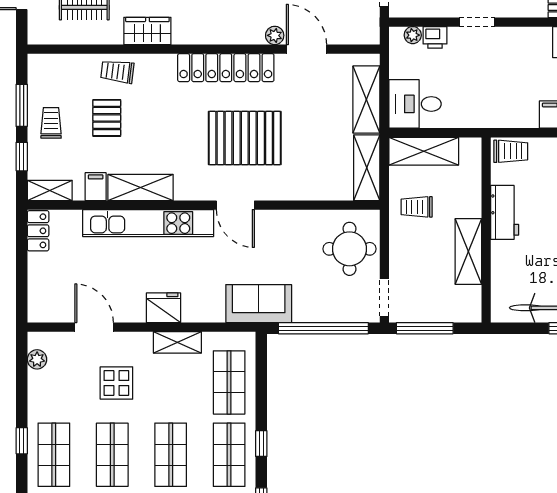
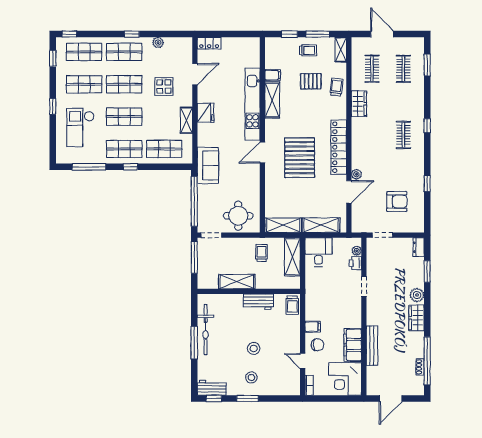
shelving: (50, 190) -> (341, 50), moved
locker: (38, 231) -> (209, 43), moved
plant: (37, 359) -> (158, 43), moved

